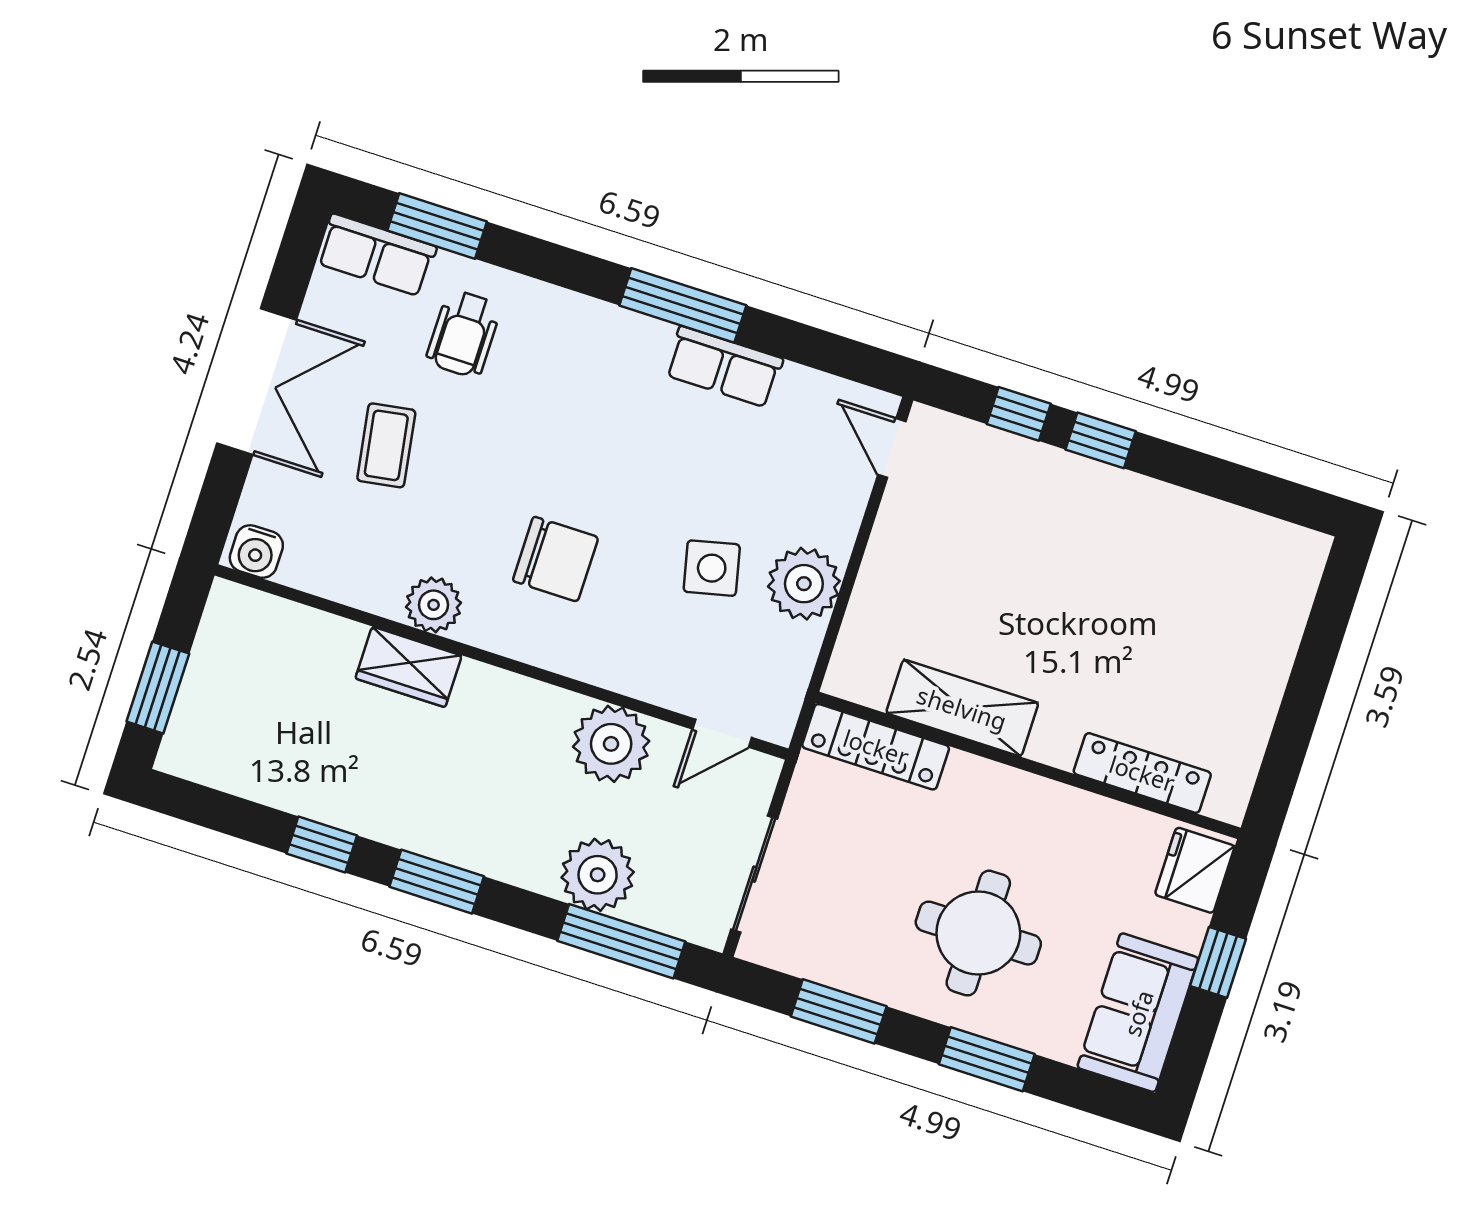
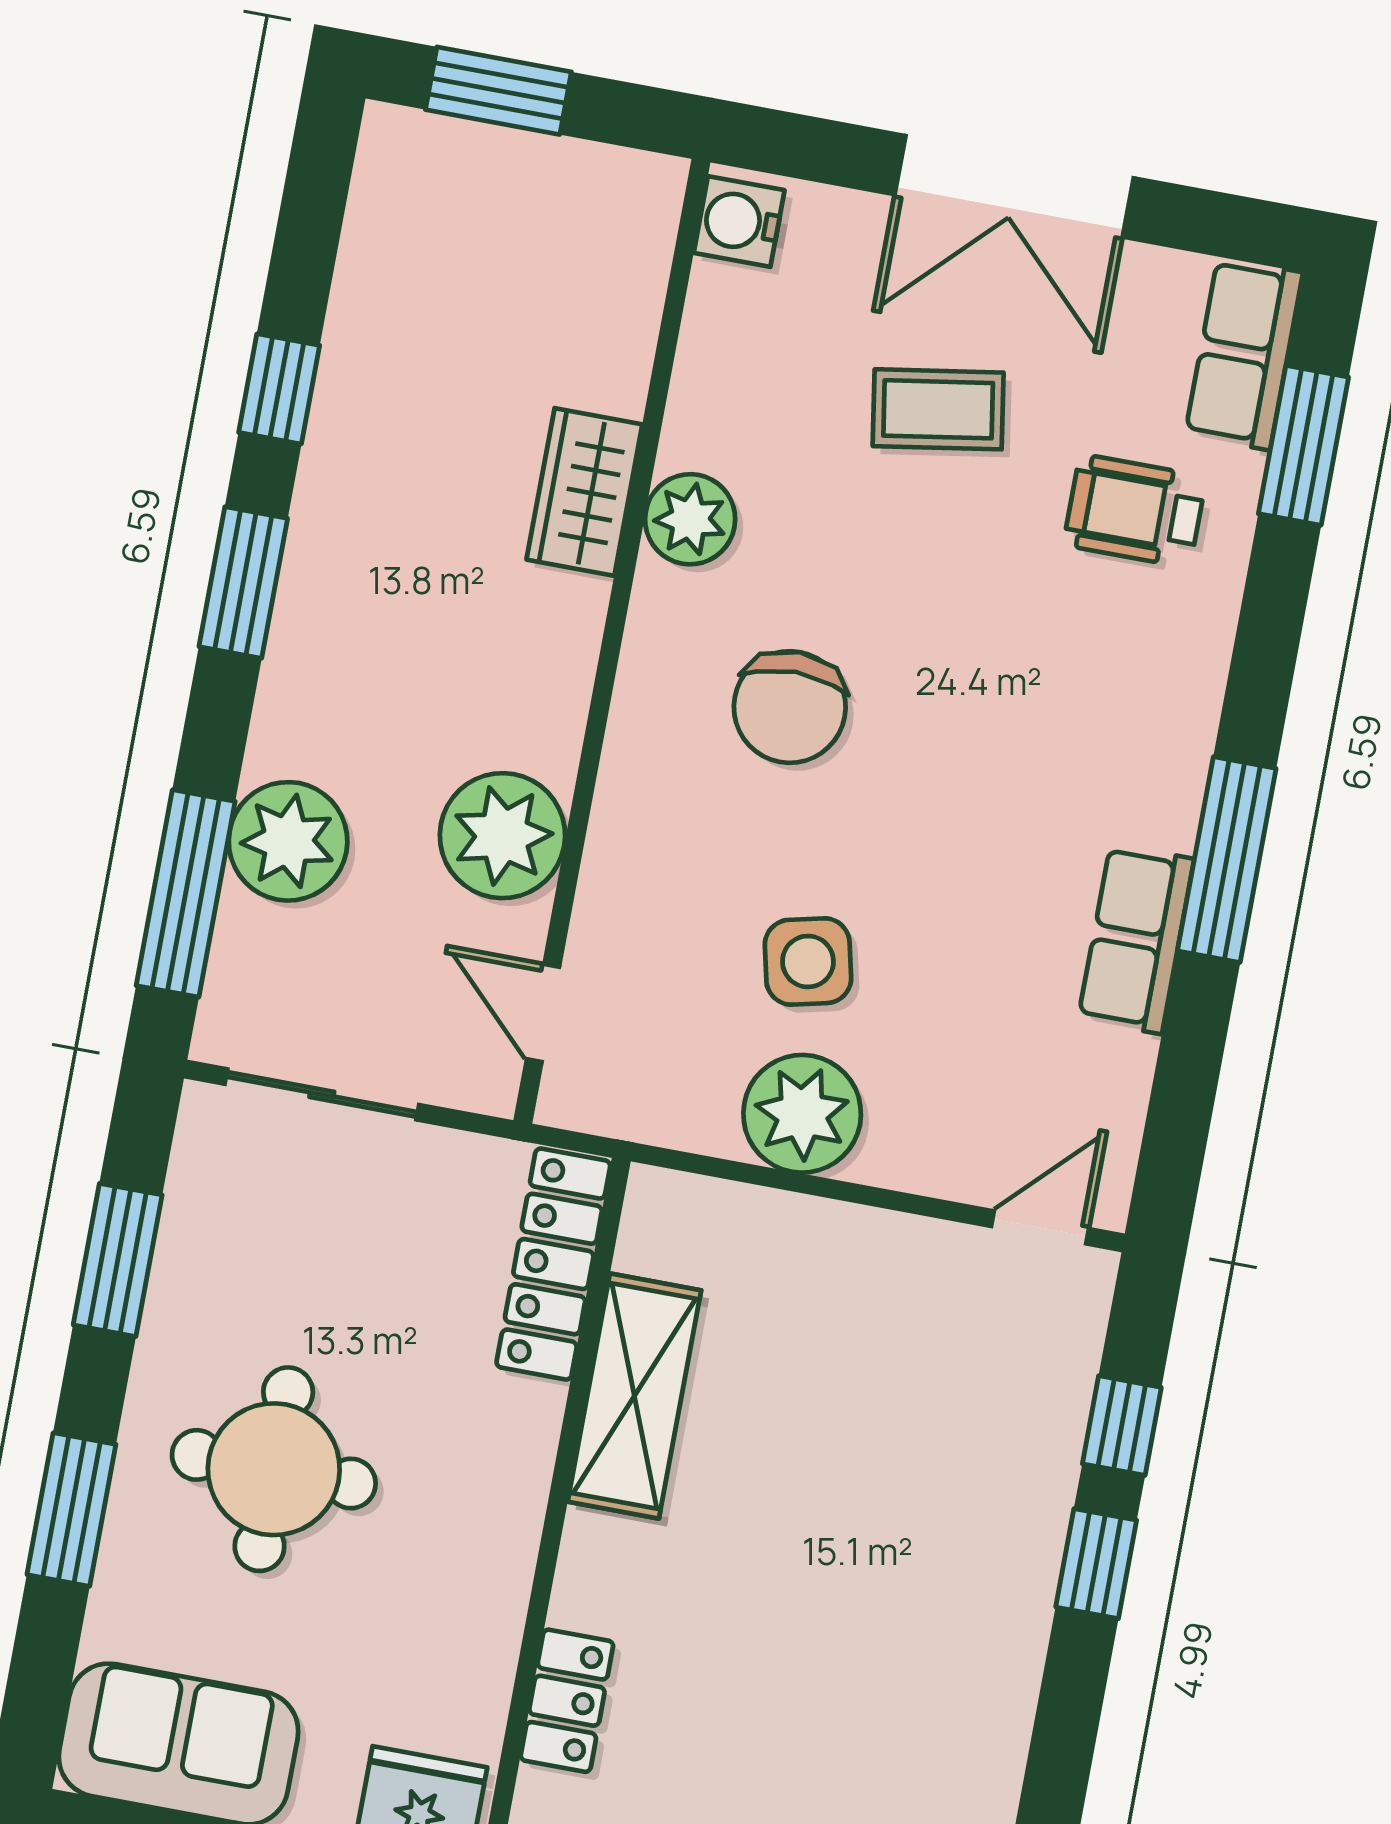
locker: (1142, 773) -> (567, 1701), width x0.66

